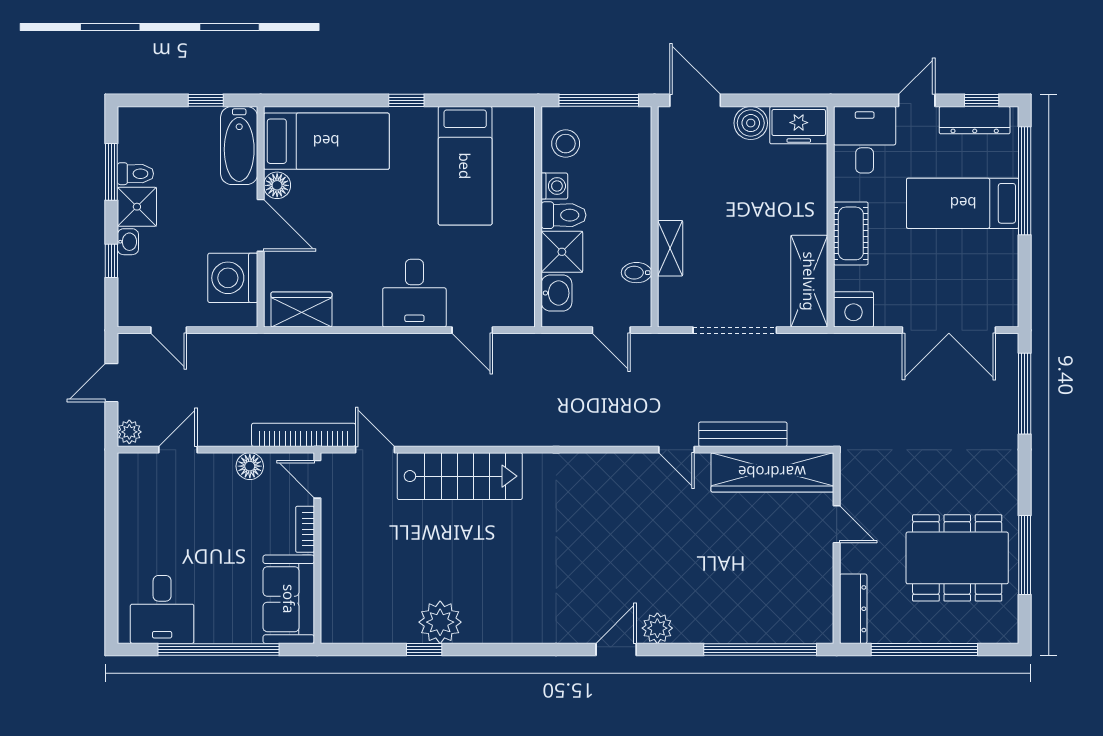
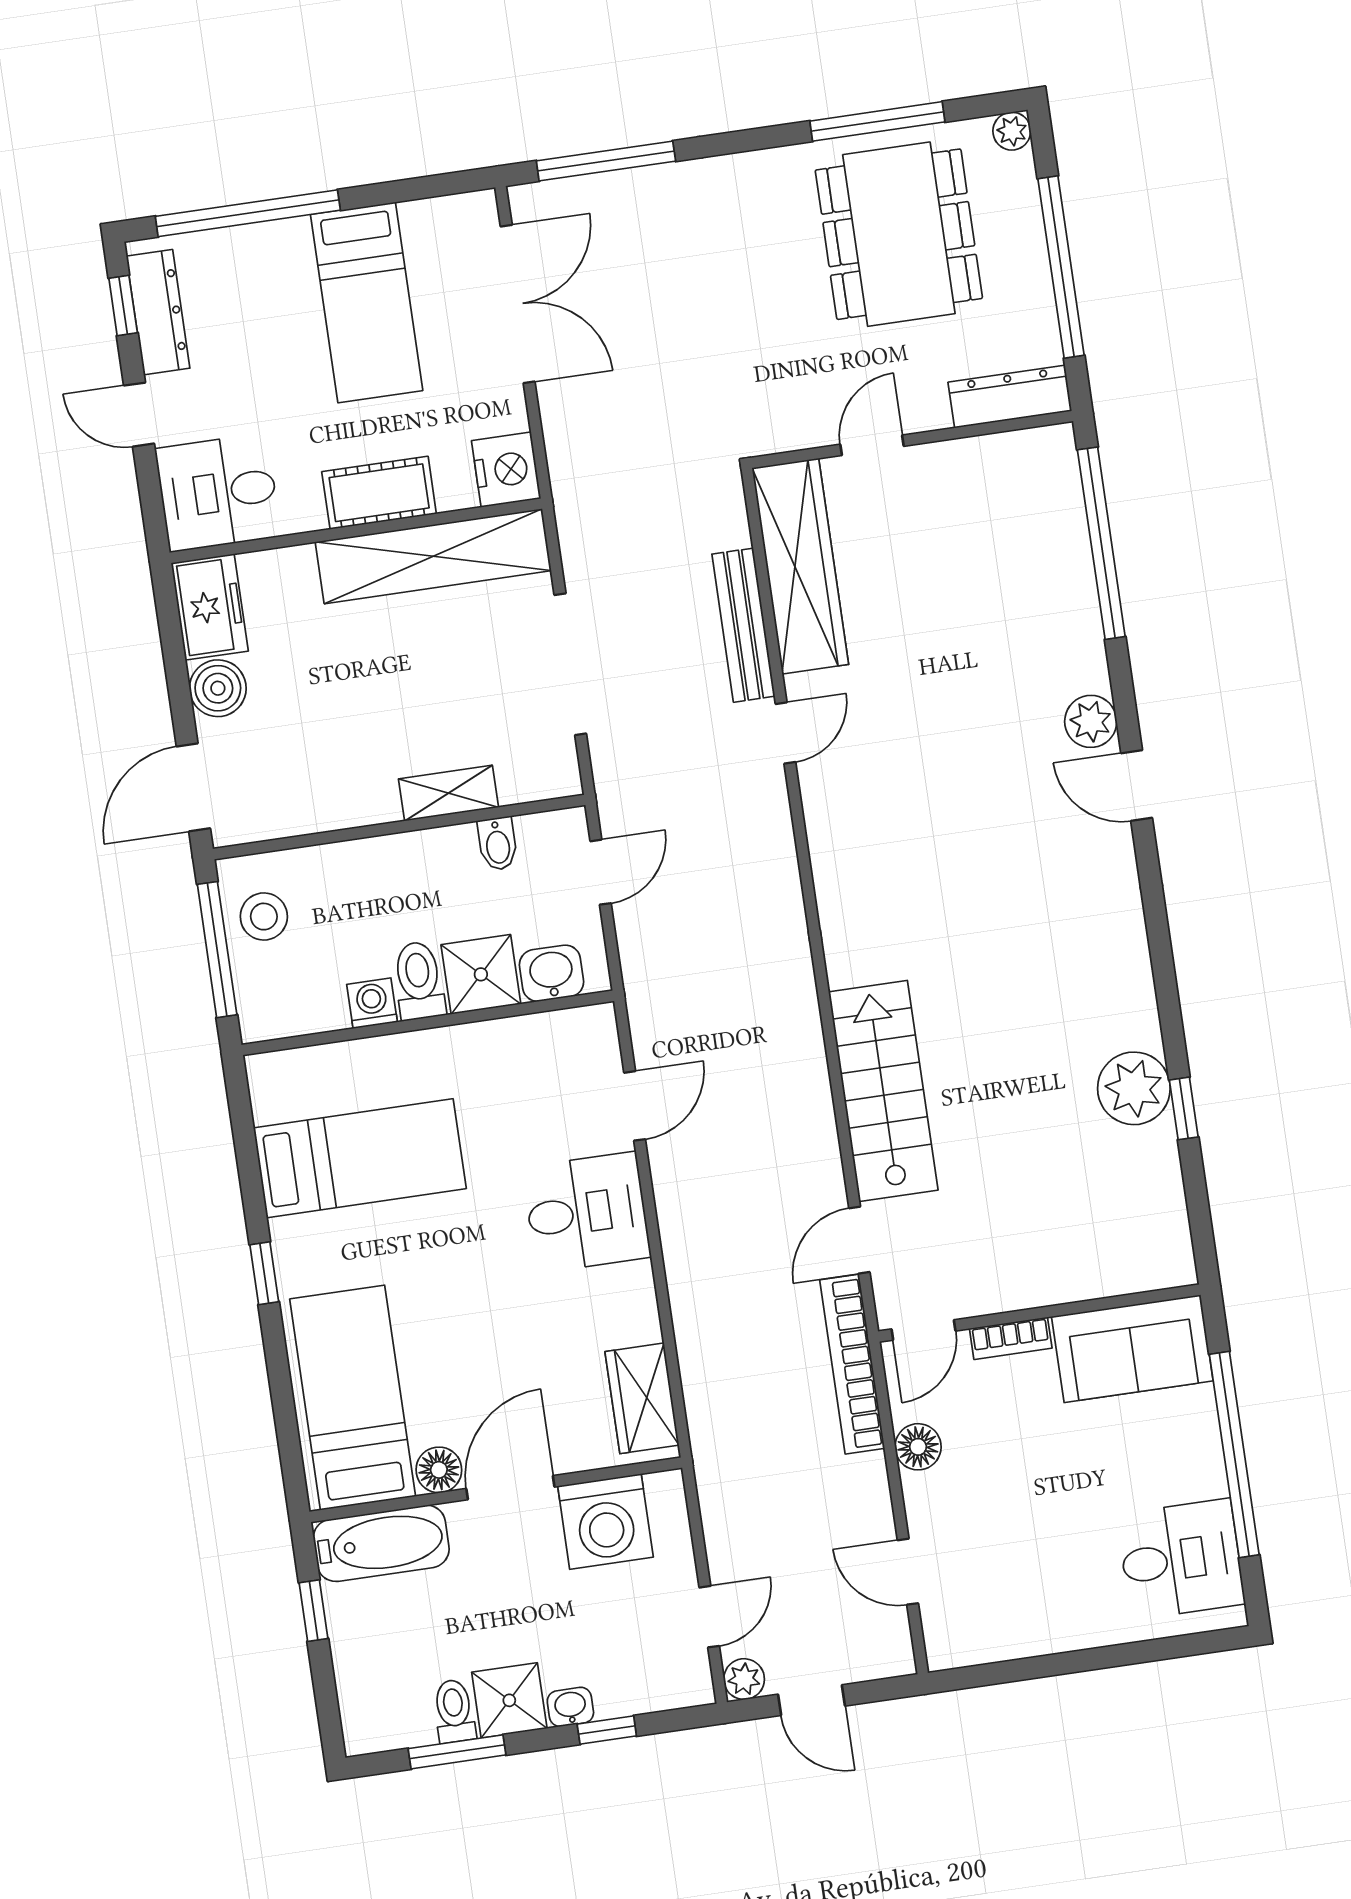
stool: (566, 144) -> (264, 917), moved
bed: (963, 203) -> (367, 302), moved
shelving: (809, 281) -> (433, 556), width x1.47
plant: (129, 432) -> (744, 1679), moved
plant: (1008, 632) -> (1012, 131), added

